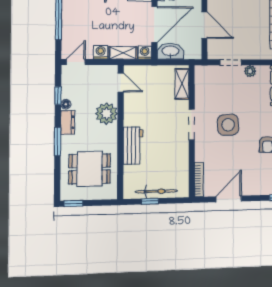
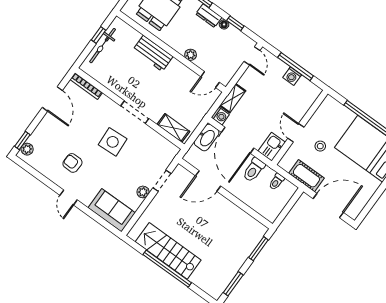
washing machine: (101, 52) -> (292, 76), moved, turned 90
plant: (107, 114) -> (191, 55), width x0.53, depth x0.53

